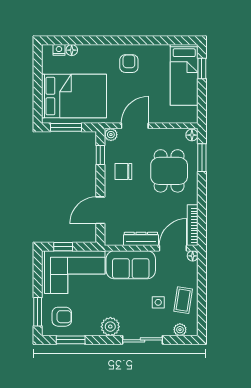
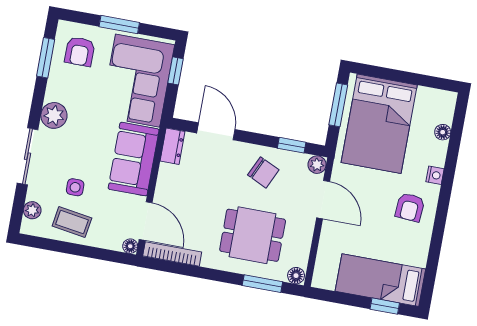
nightstand: (59, 50) -> (435, 175), moved
armchair: (129, 64) -> (410, 207), turned 94
chair: (123, 172) -> (263, 172), turned 115
dresser: (141, 239) -> (173, 146), moved, width x0.70
window: (38, 312) -> (119, 25), moved

